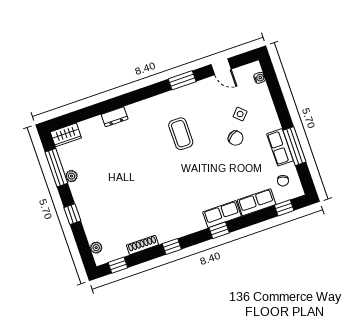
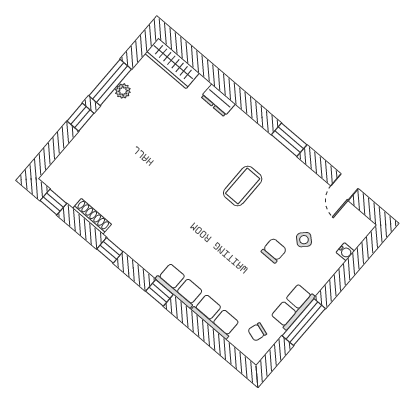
water cooler: (259, 78) -> (345, 252), moved
window: (182, 80) -> (289, 140), moved
wardrobe: (66, 135) -> (172, 63), width x1.50
chair: (236, 138) -> (274, 251), turned -146
window: (56, 168) -> (110, 82), moved
window: (284, 208) -> (228, 351), removed
plant: (96, 248) -> (59, 166), removed

